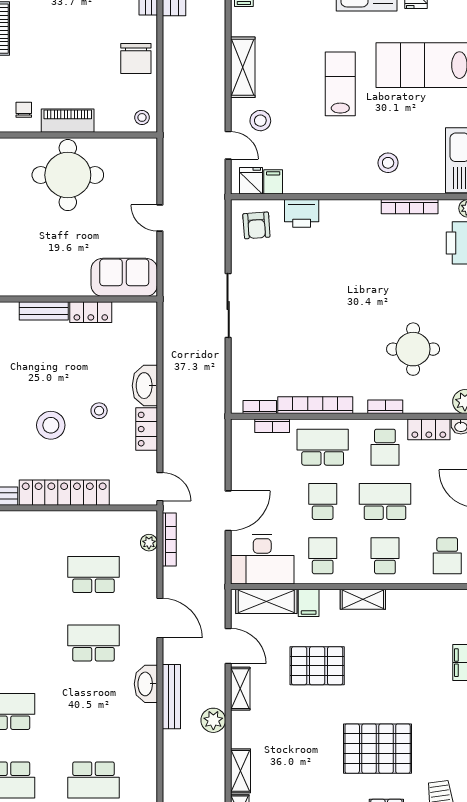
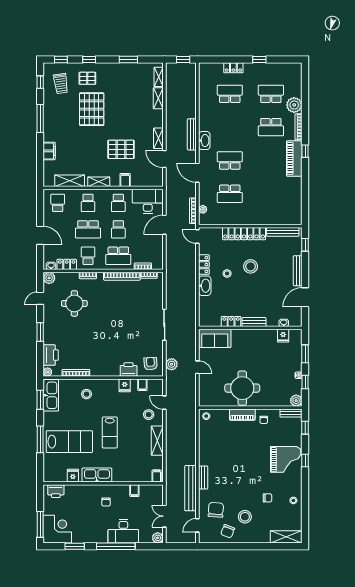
chair: (136, 58) -> (209, 445), removed
fridge: (251, 181) -> (125, 385), moved
shelving: (266, 601) -> (70, 181), moved
school desk: (93, 643) -> (230, 160), turned 180
plant: (213, 720) -> (172, 364), moved
pallet: (378, 749) -> (92, 109), turned 90

